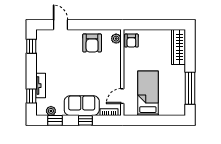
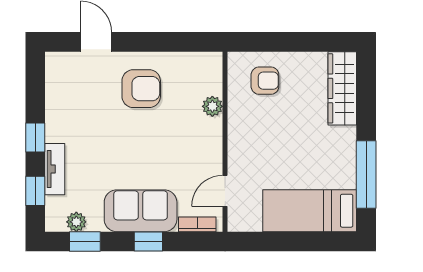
plant: (116, 39) -> (212, 106), moved
armchair: (131, 41) -> (265, 81), moved, turned -90
armchair: (92, 43) -> (141, 89), moved, turned -90
window: (31, 46) -> (35, 138), moved
bed: (148, 93) -> (310, 211), moved, turned -90

